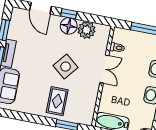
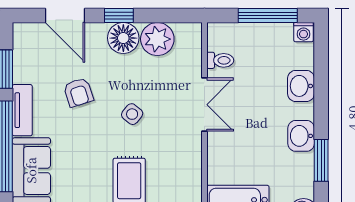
armchair: (40, 50) -> (78, 92), added
side table: (66, 67) -> (132, 114), width x0.54, depth x0.54

